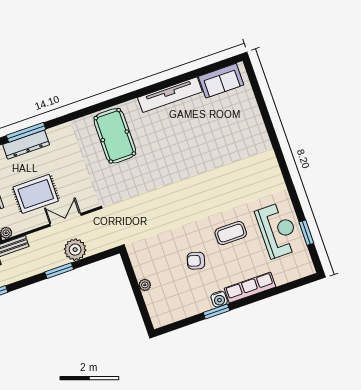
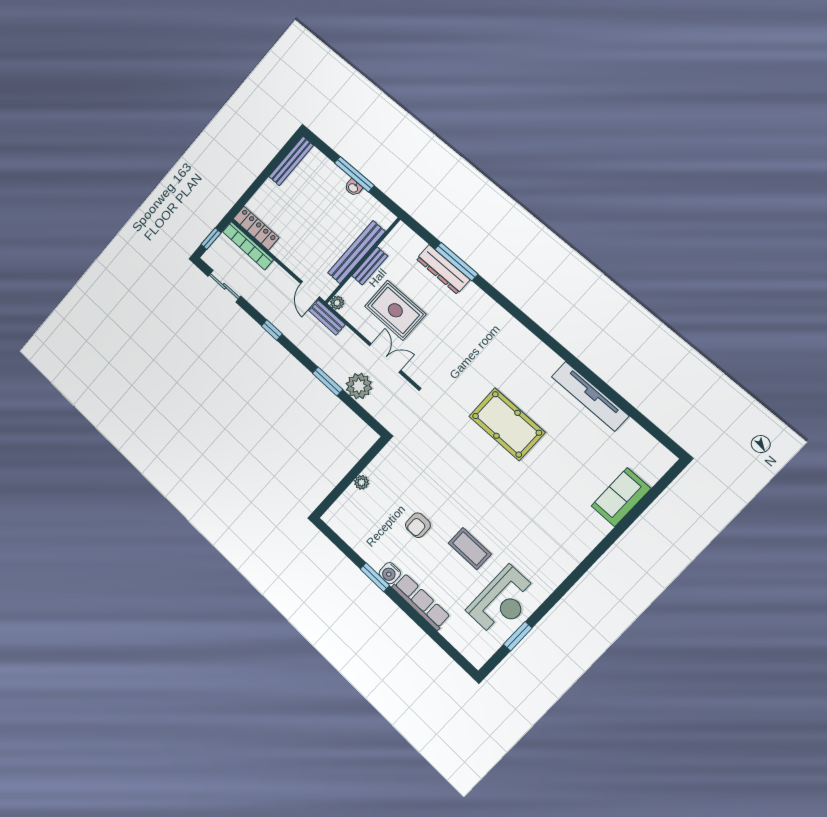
sofa: (221, 81) -> (621, 497), moved, turned 90
pool table: (115, 136) -> (507, 424), moved, turned 90
armchair: (196, 261) -> (418, 525), turned -106

